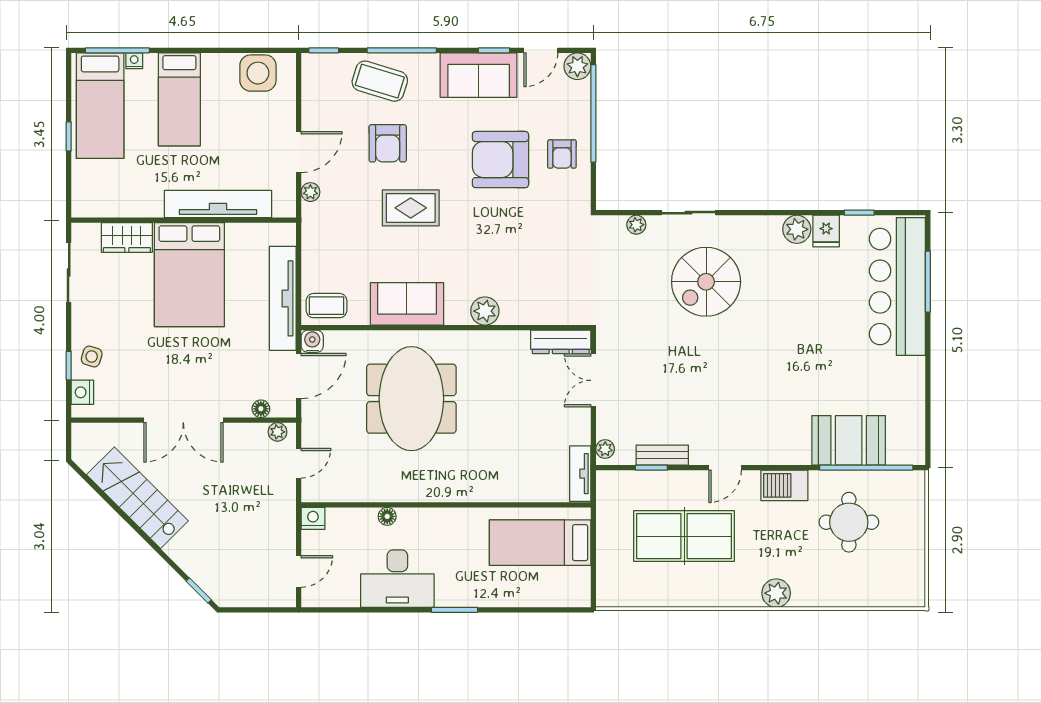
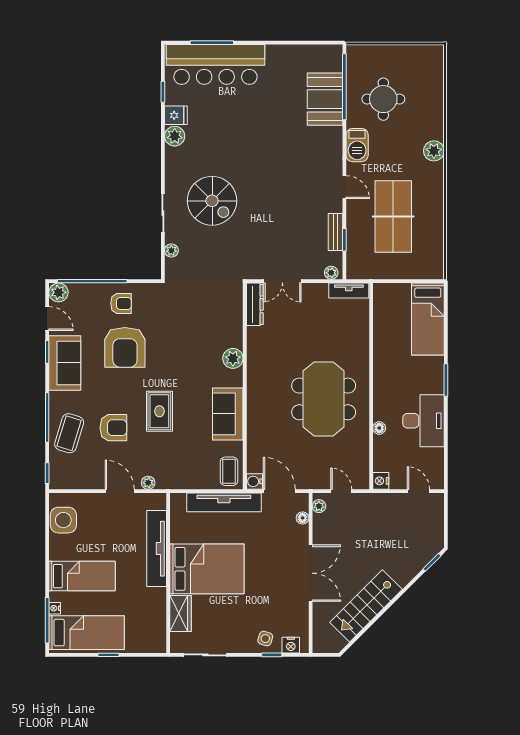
meeting table: (411, 399) -> (324, 399), moved, turned 90
bed: (540, 543) -> (428, 319), moved

